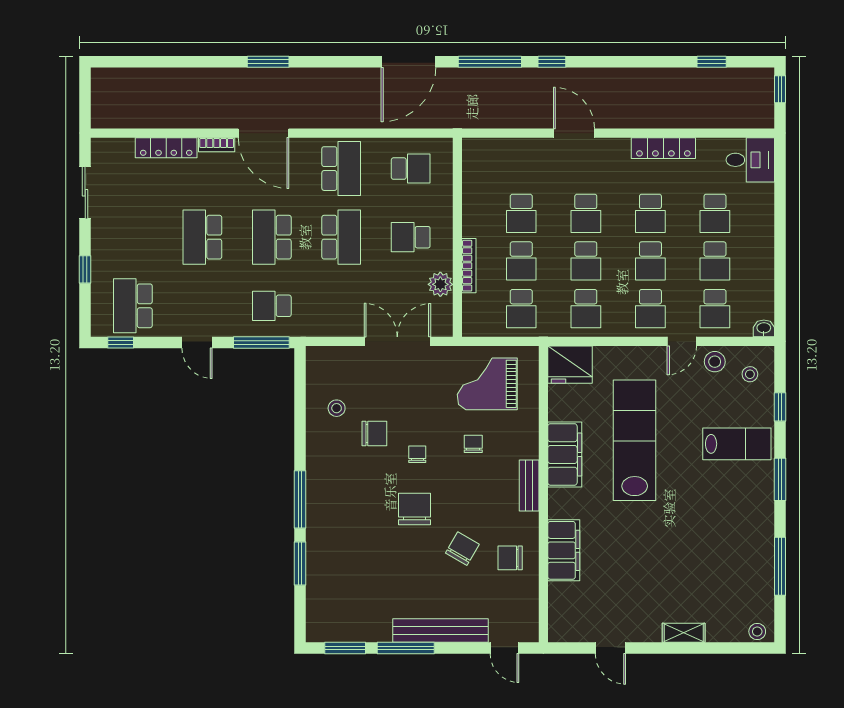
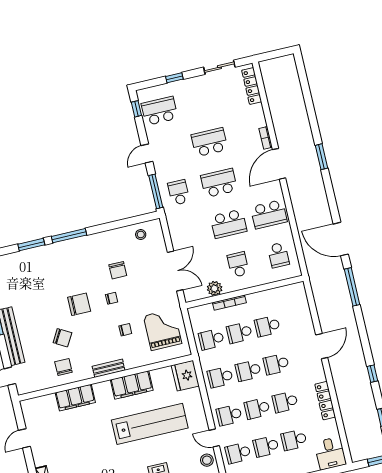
window: (552, 62) -> (372, 374), moved
locker: (166, 148) -> (252, 86), moved
stool: (337, 408) -> (141, 235), moved

